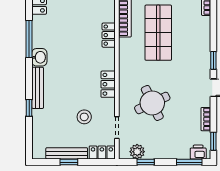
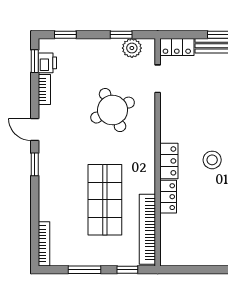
locker: (108, 84) -> (169, 161), moved
stool: (84, 117) -> (212, 160), moved
printer: (198, 152) -> (47, 63), moved, turned -90
window: (189, 162) -> (65, 35), width x0.67

